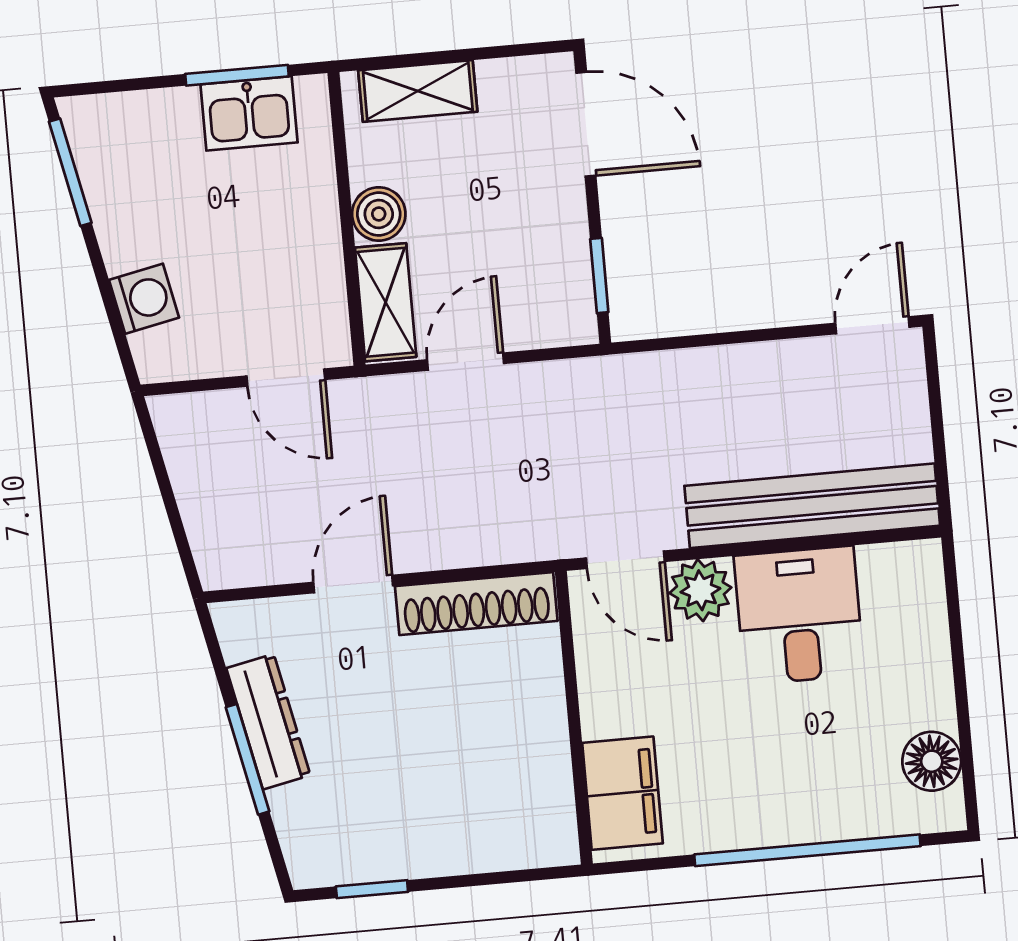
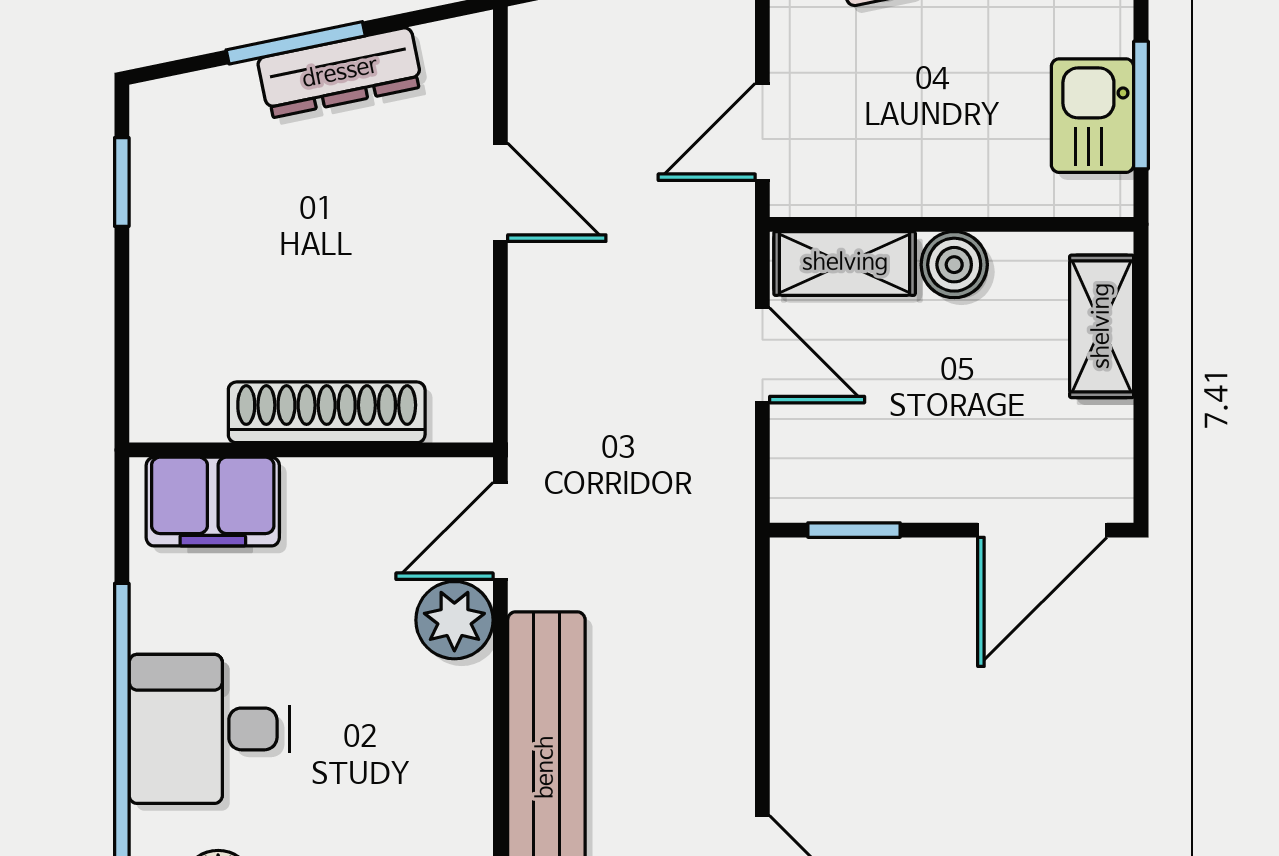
shoe rack: (476, 604) -> (327, 412), moved, turned 90
desk: (799, 615) -> (210, 729), moved, turned 180

